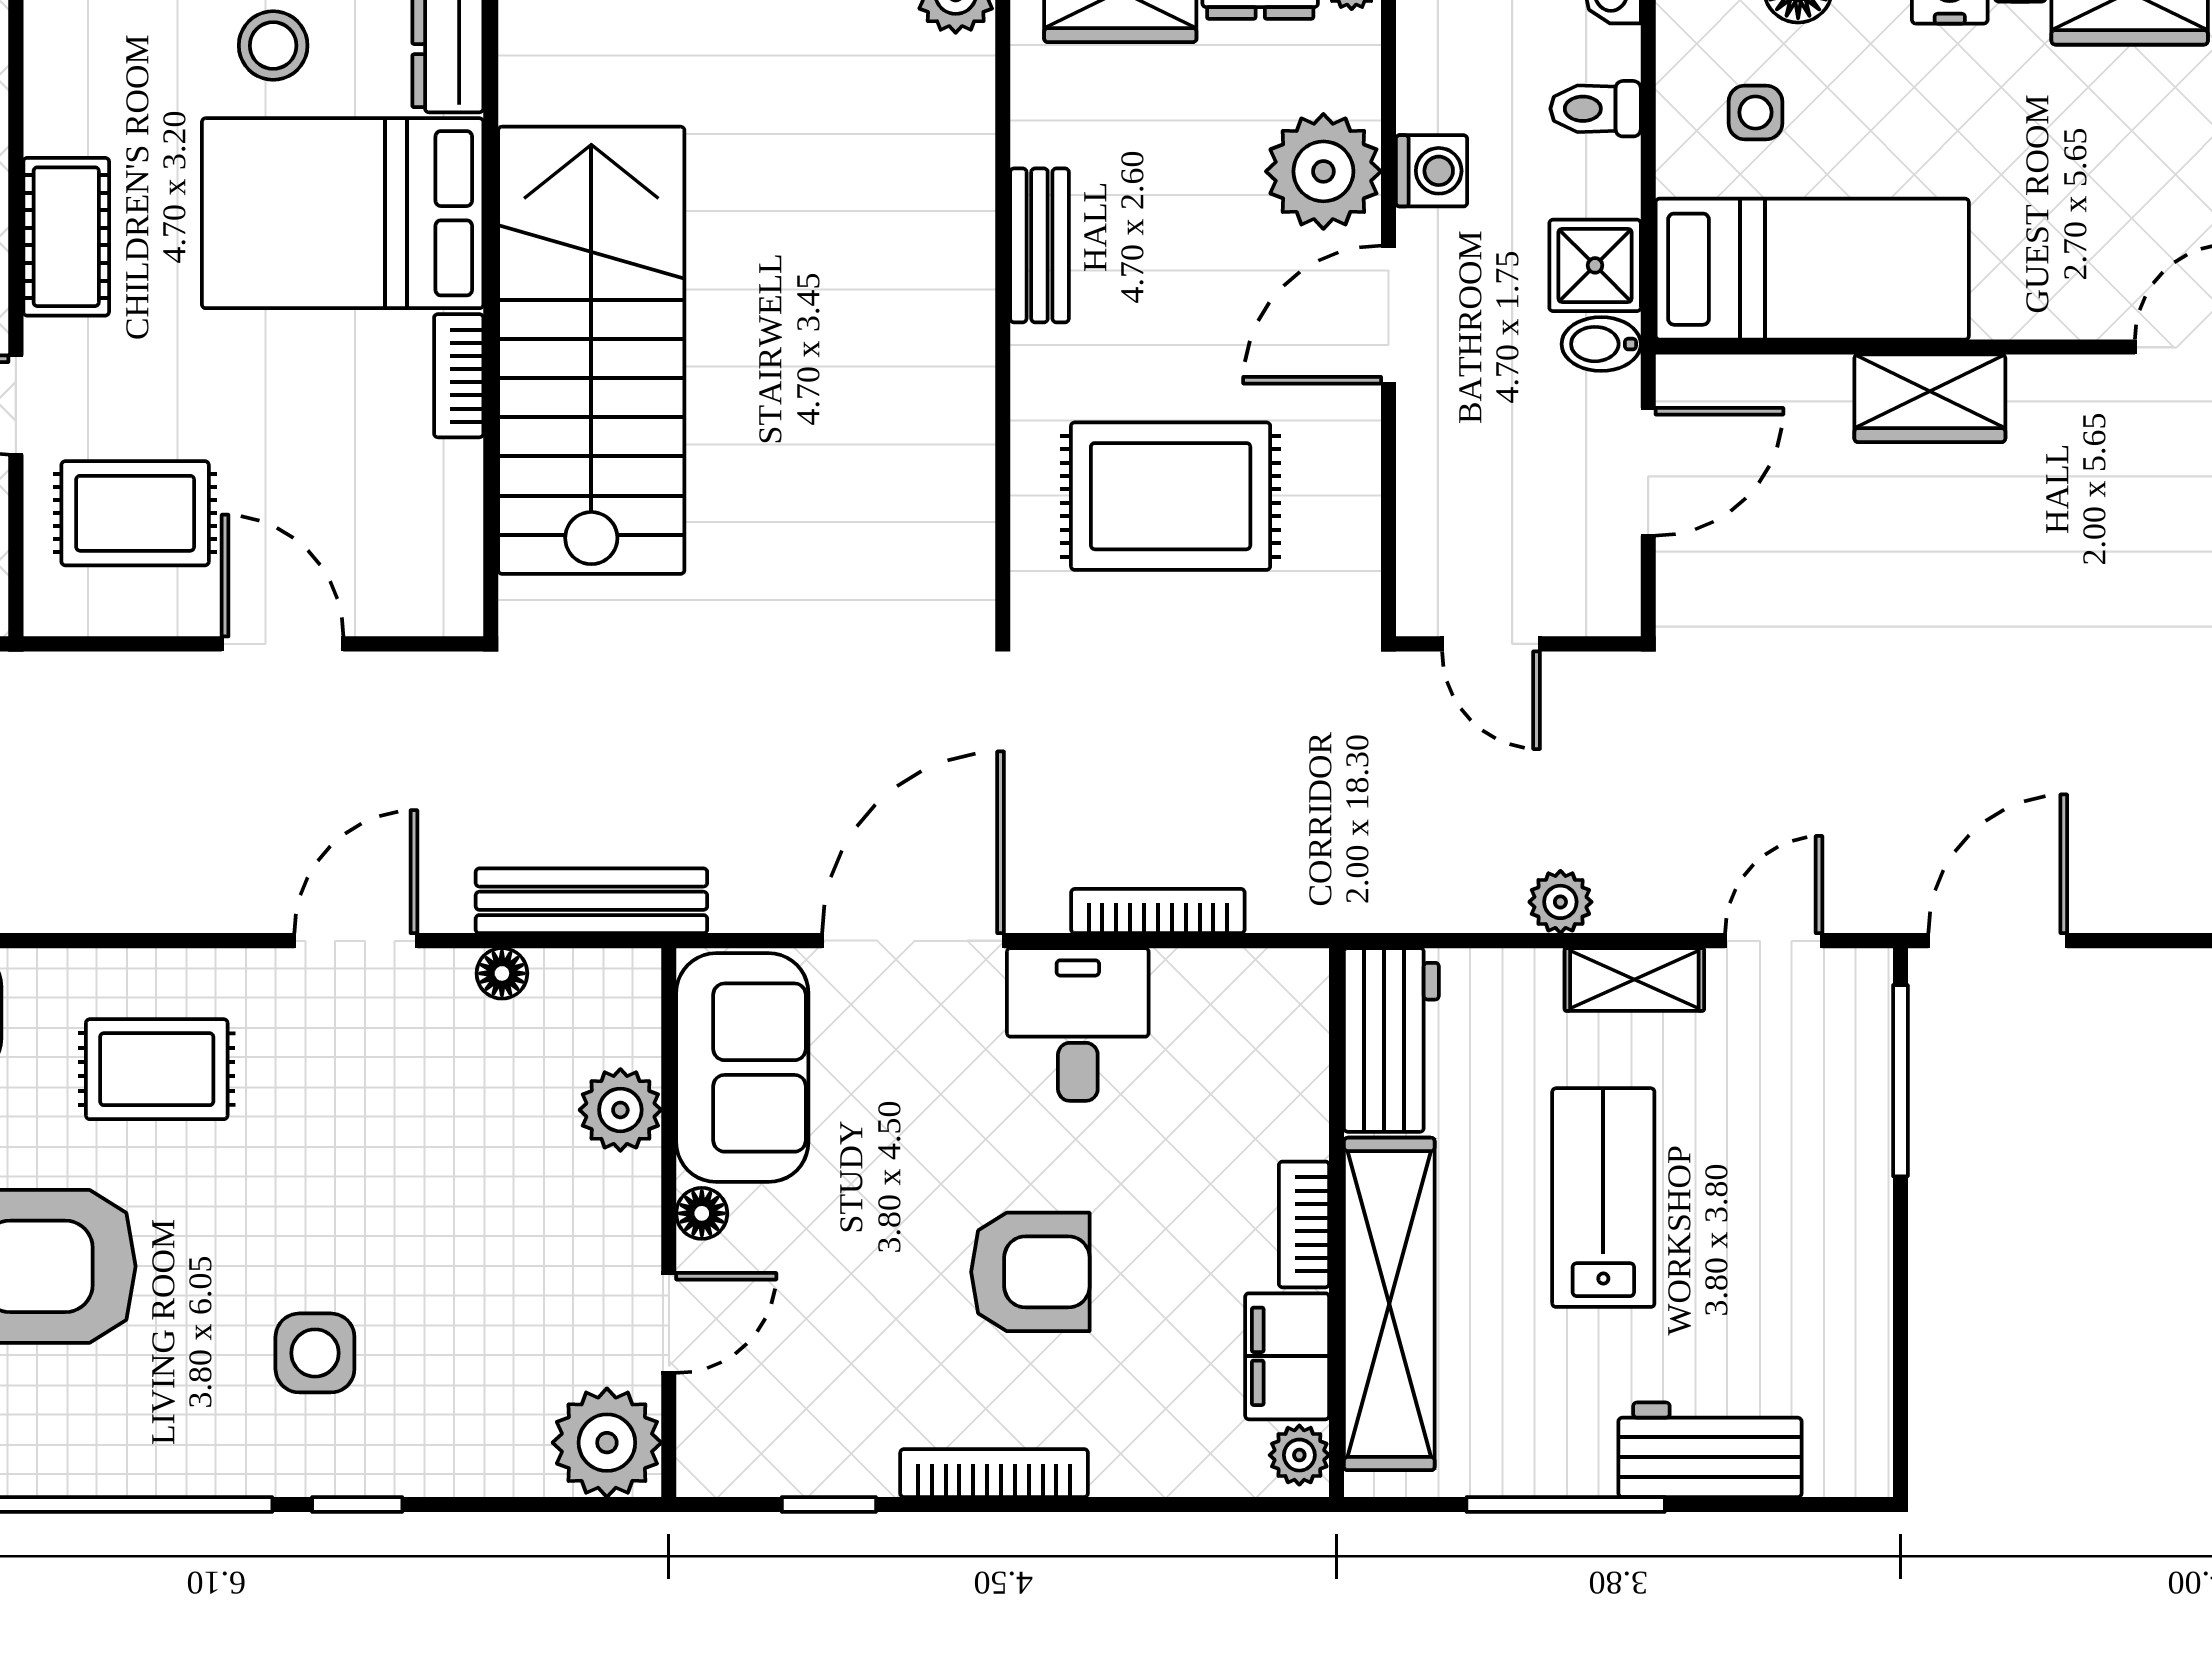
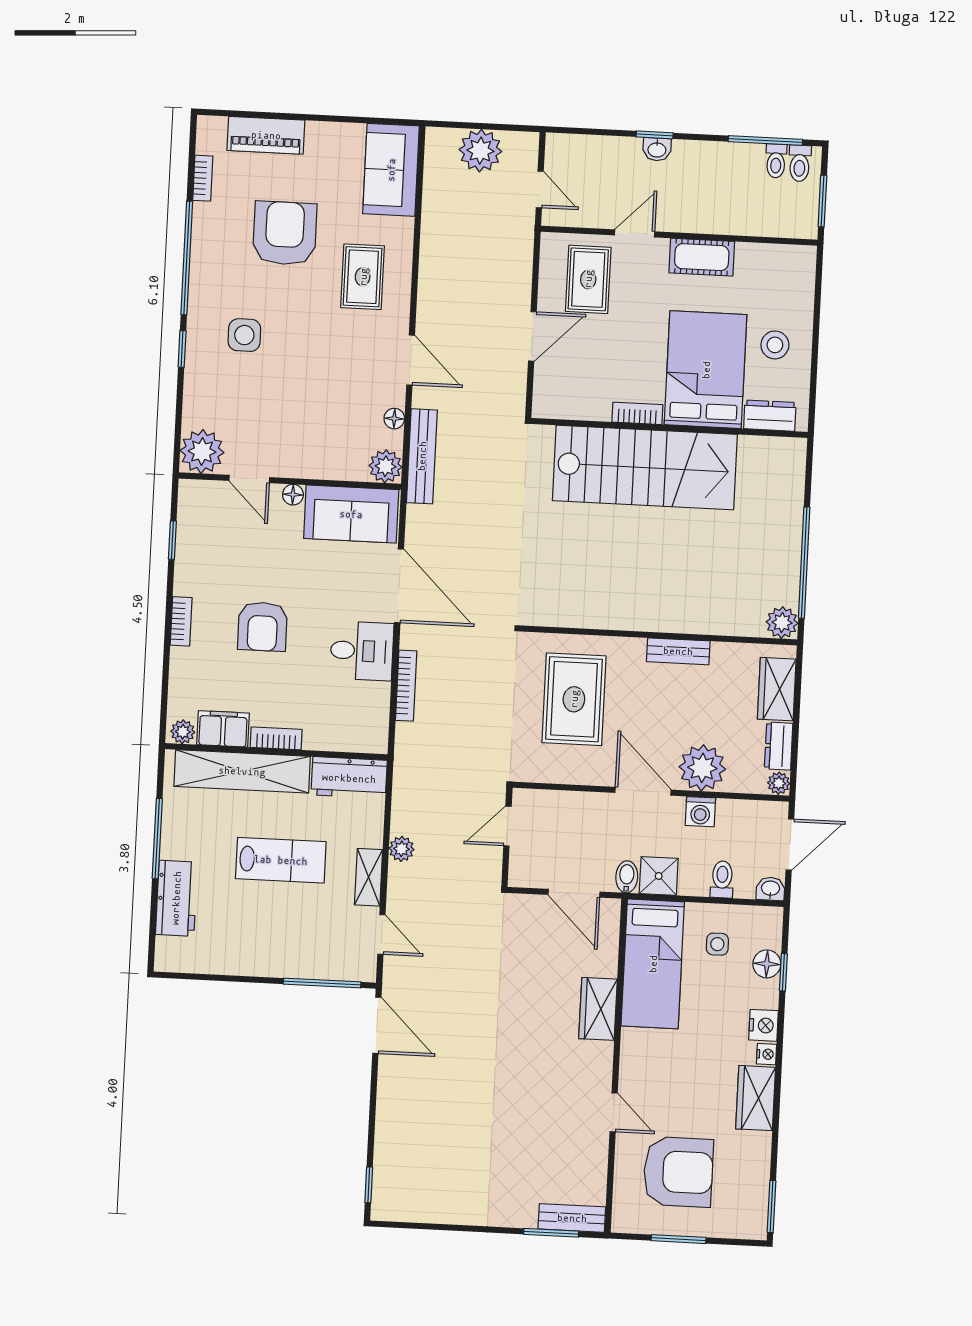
plant: (620, 1110) -> (386, 466), moved
bookcase: (994, 1473) -> (181, 621), width x0.64

